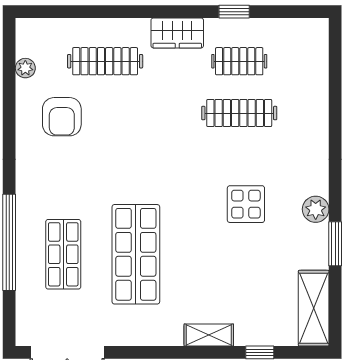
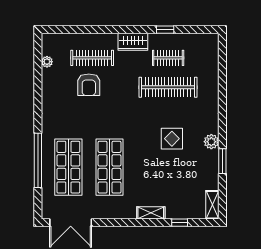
clothes rail: (239, 113) -> (168, 87), width x1.37, depth x1.31
armchair: (62, 117) -> (89, 85), moved
shop shelf: (63, 254) -> (68, 167), width x1.43, depth x1.36
shelving: (314, 308) -> (212, 205), width x0.67, depth x0.75

